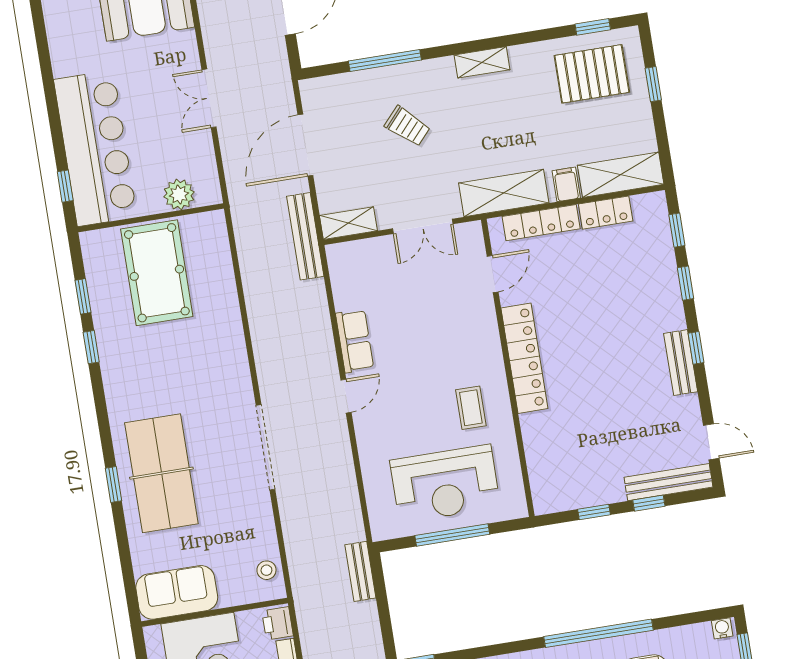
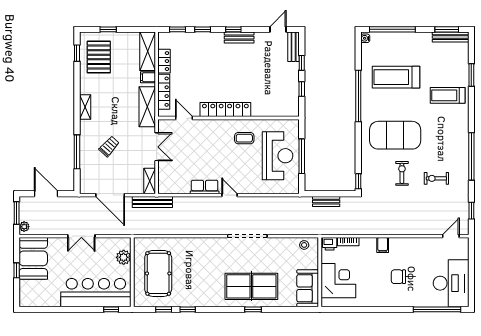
pool table: (157, 273) -> (158, 273), turned 90
bench: (669, 482) -> (294, 47), width x0.73
bench: (360, 571) -> (326, 202), moved

